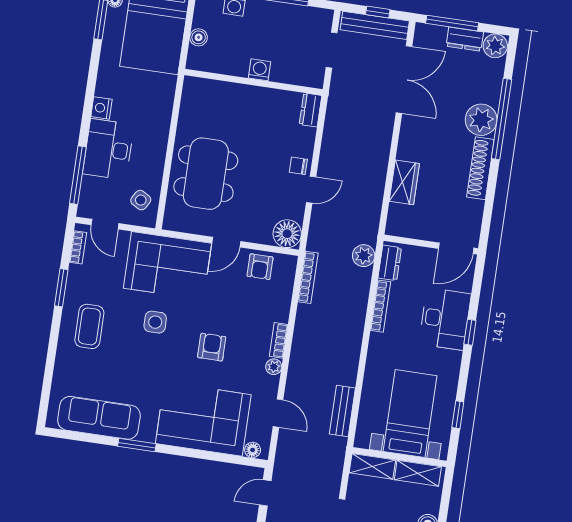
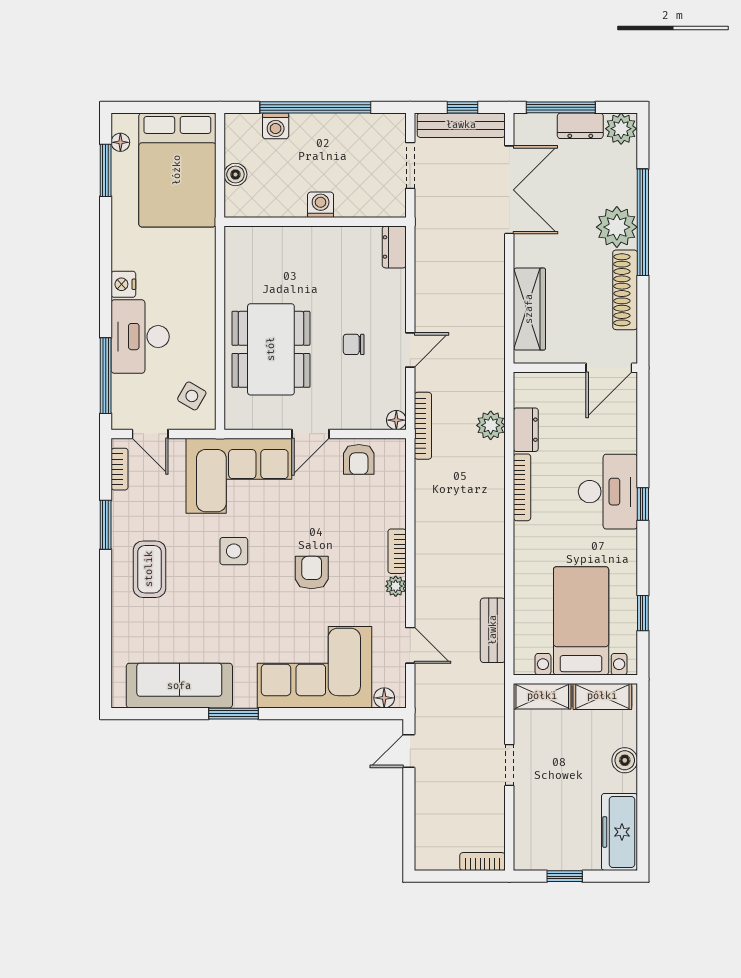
chair: (298, 166) -> (354, 344), moved
wardrobe: (404, 182) -> (529, 309), width x1.50
floor lamp: (287, 234) -> (396, 420), width x0.53, depth x0.53
wall: (431, 245) -> (575, 368), moved
door: (456, 248) -> (609, 368), moved
bookcase: (308, 277) -> (423, 426), moved

